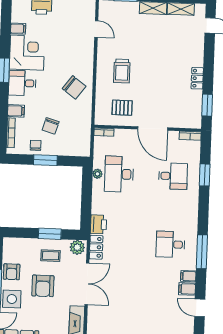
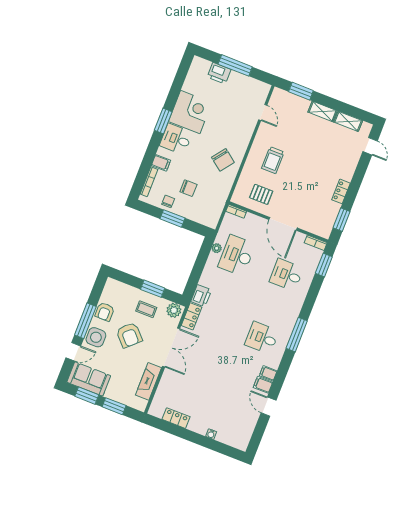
filing cabinet: (18, 29) -> (190, 87), removed
chair: (51, 126) -> (188, 188), turned -107
window: (205, 175) -> (324, 265), moved
desk: (173, 176) -> (286, 275), turned 180
window: (202, 252) -> (297, 335), moved
armchair: (43, 286) -> (129, 335), turned -43

